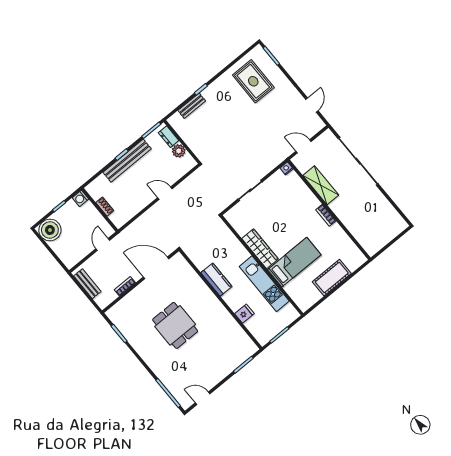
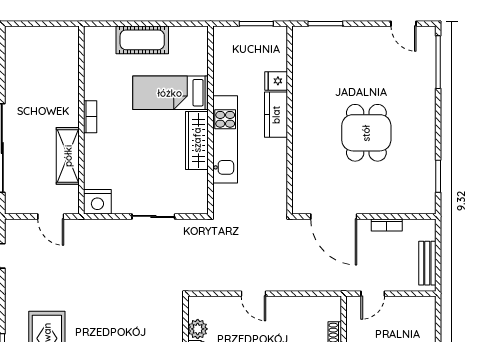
nightstand: (287, 168) -> (97, 202), width x1.89, depth x1.79
kitchen counter: (216, 280) -> (276, 115), moved
kitchen unit: (264, 284) -> (225, 139), moved

